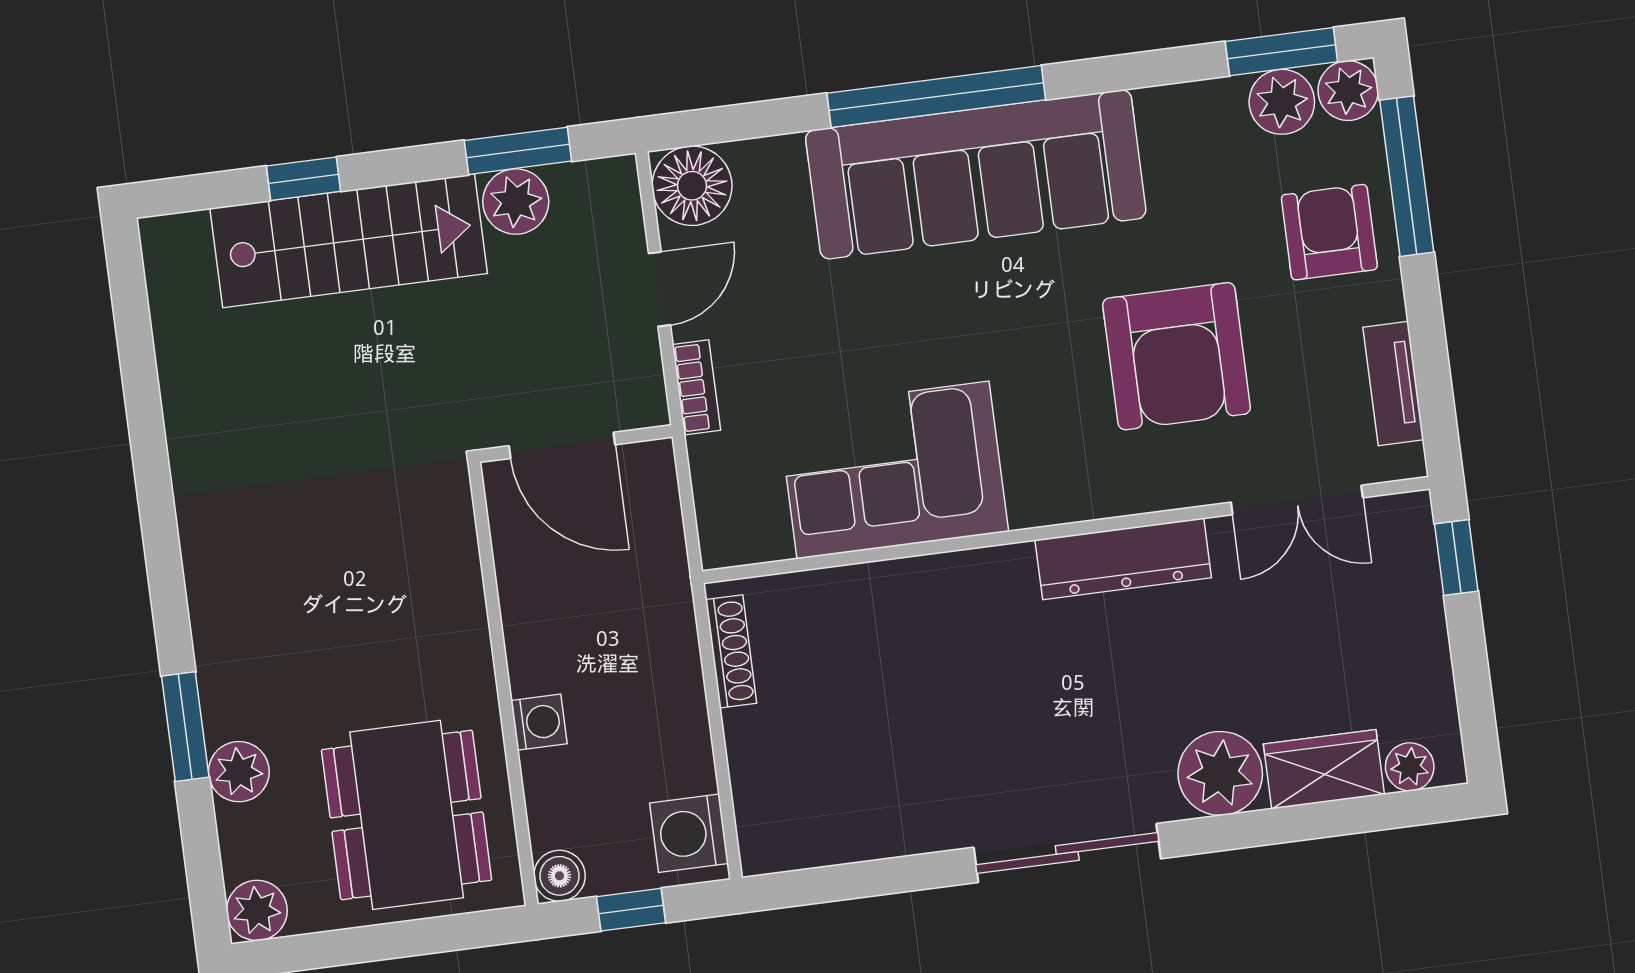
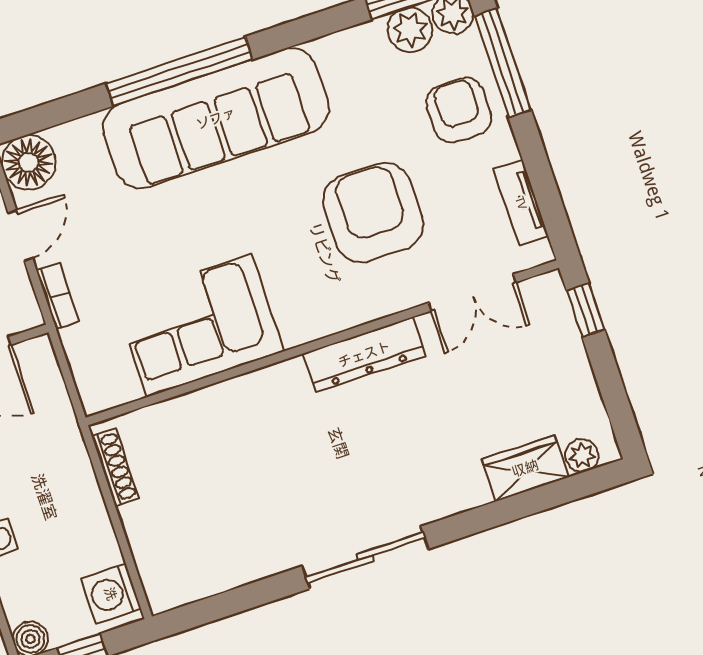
armchair: (1177, 356) -> (373, 213), turned 180
plant: (1220, 773) -> (457, 485), removed

